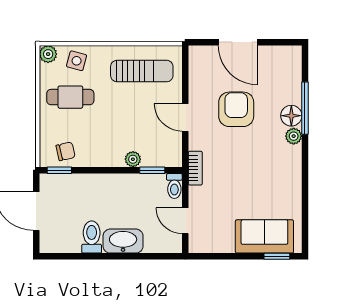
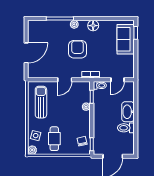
armchair: (236, 109) -> (78, 49), moved, turned 90
floor lamp: (291, 116) -> (93, 26), moved

